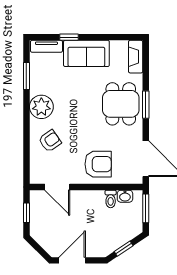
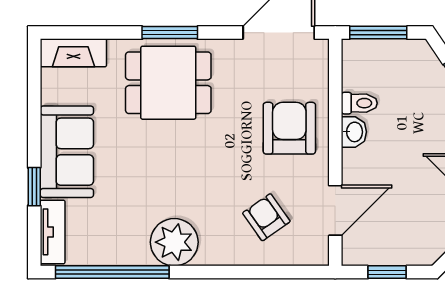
window: (26, 76) -> (112, 272), width x2.11
armchair: (50, 141) -> (266, 217), moved
washbasin: (125, 196) -> (354, 132), moved

